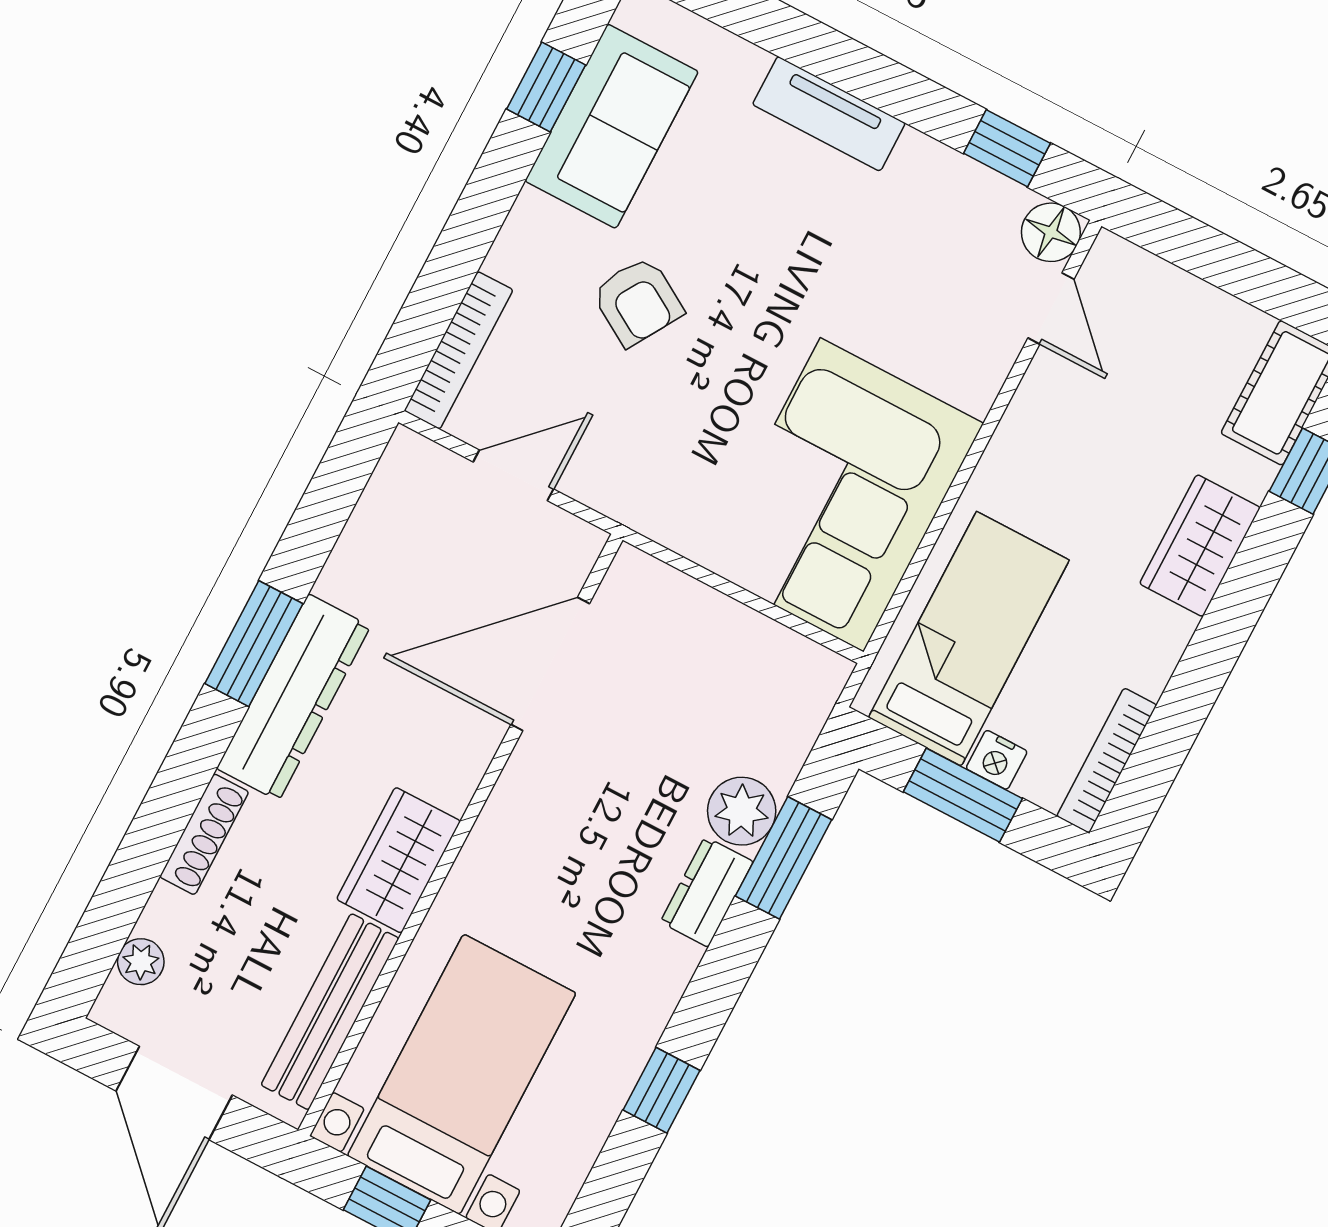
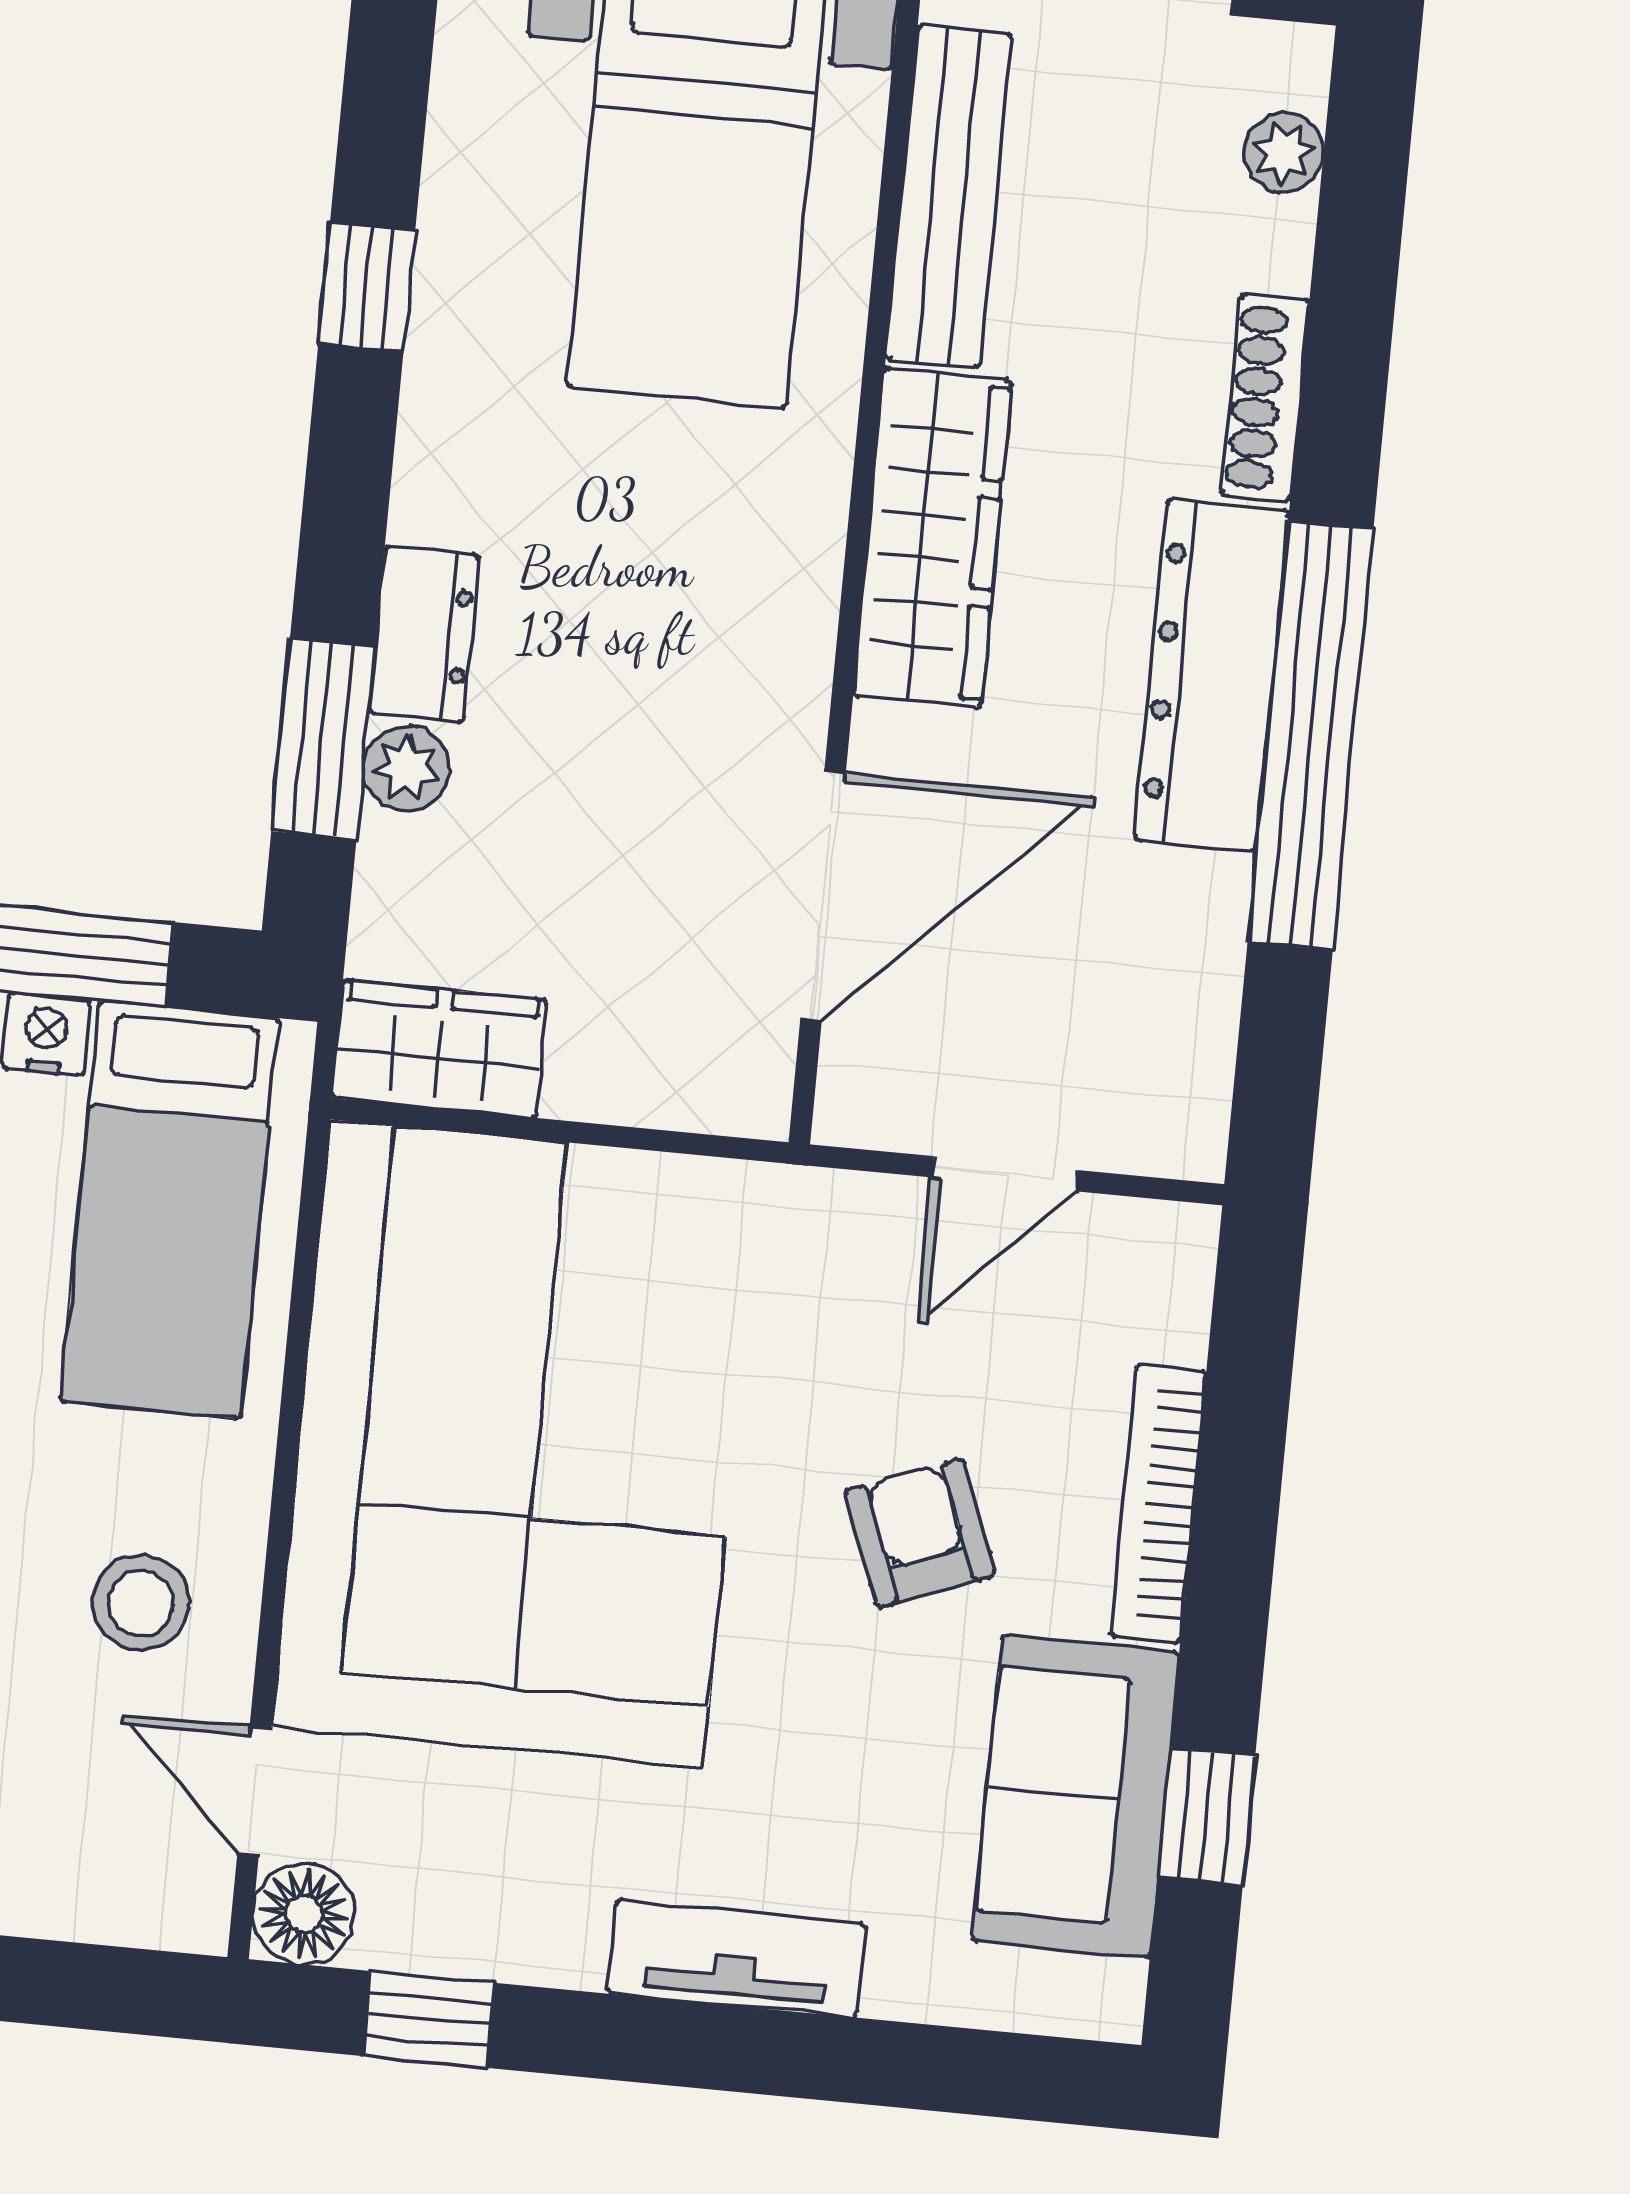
armchair: (638, 302) -> (920, 1533), turned 38
bookcase: (459, 350) -> (1158, 1504), moved
stool: (1070, 434) -> (141, 1603), added
corner sofa: (842, 495) -> (516, 1443), width x1.36, depth x1.36
window: (254, 644) -> (1311, 735), width x2.11
wardrobe: (789, 666) -> (439, 1049), added
plant: (742, 811) -> (406, 768), width x0.73, depth x0.73
wardrobe: (399, 860) -> (932, 538), width x1.50

